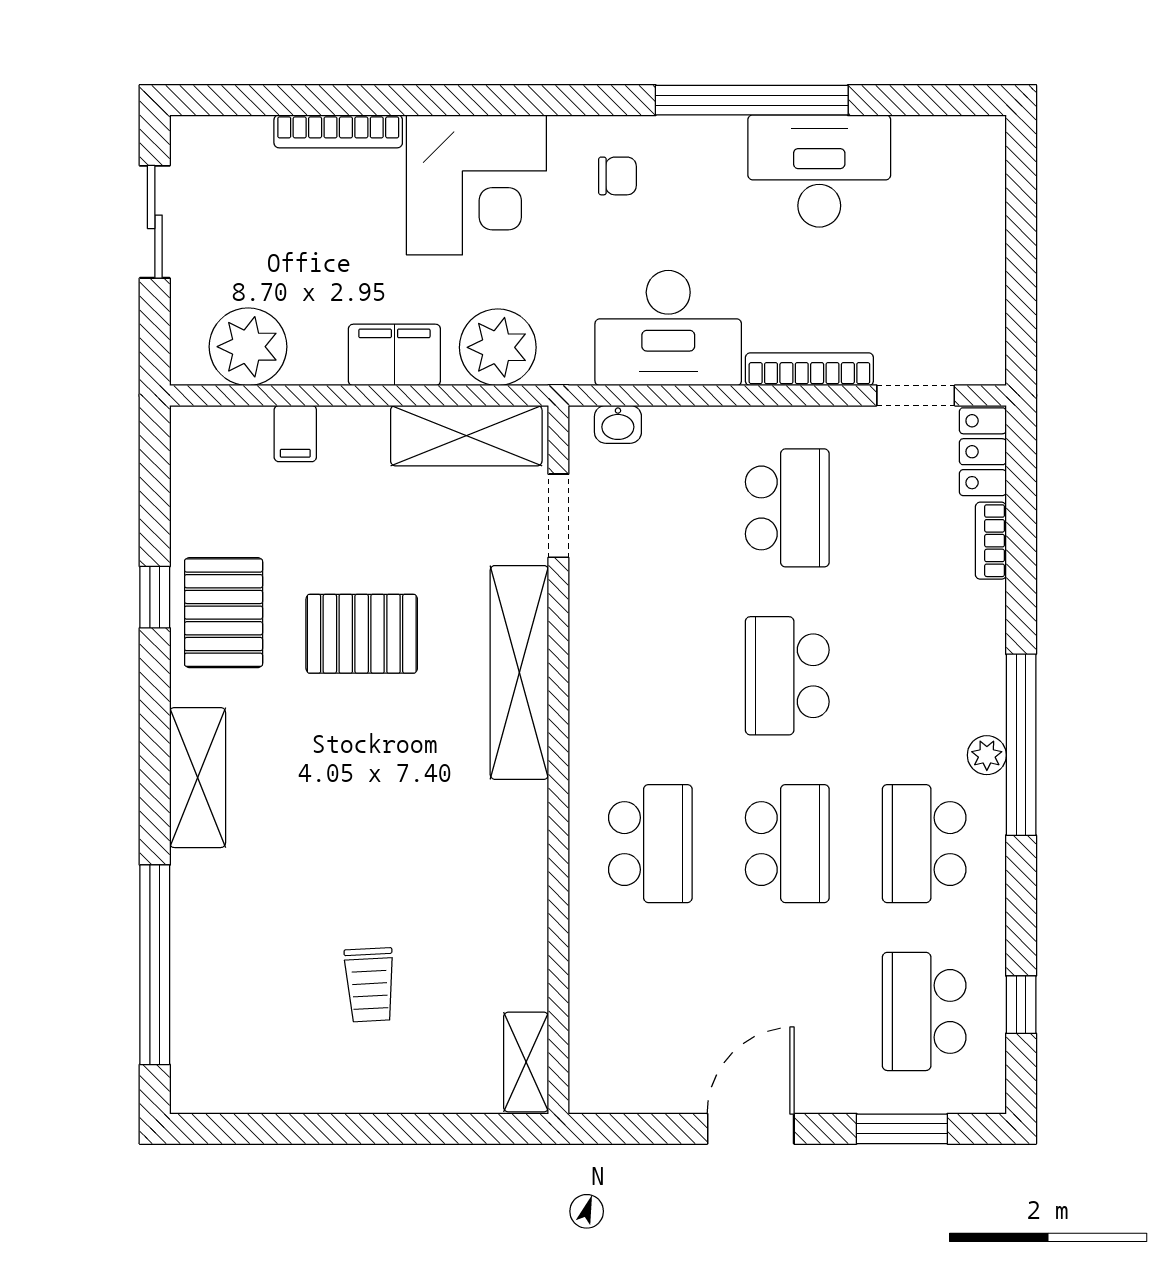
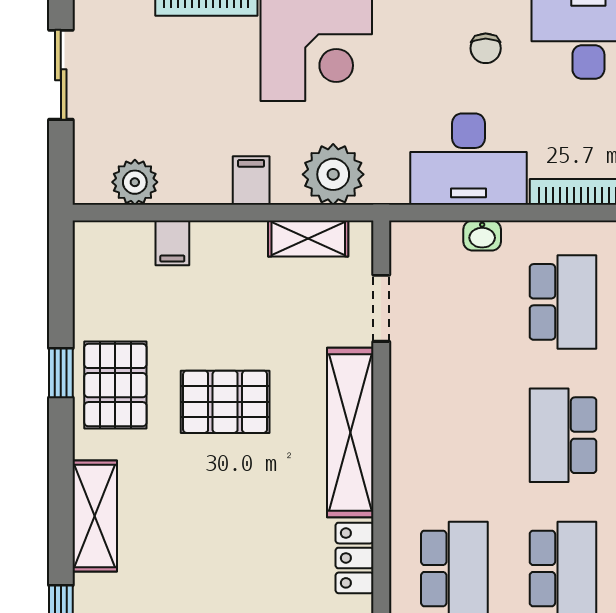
chair: (618, 176) -> (486, 48), moved, turned 90
plant: (248, 347) -> (135, 182), width x0.73, depth x0.73
filing cabinet: (394, 355) -> (251, 180), width x0.50
washbasin: (618, 424) -> (482, 236), moved
shelving: (466, 436) -> (308, 238), width x0.67, depth x0.75
locker: (525, 830) -> (355, 558), added

